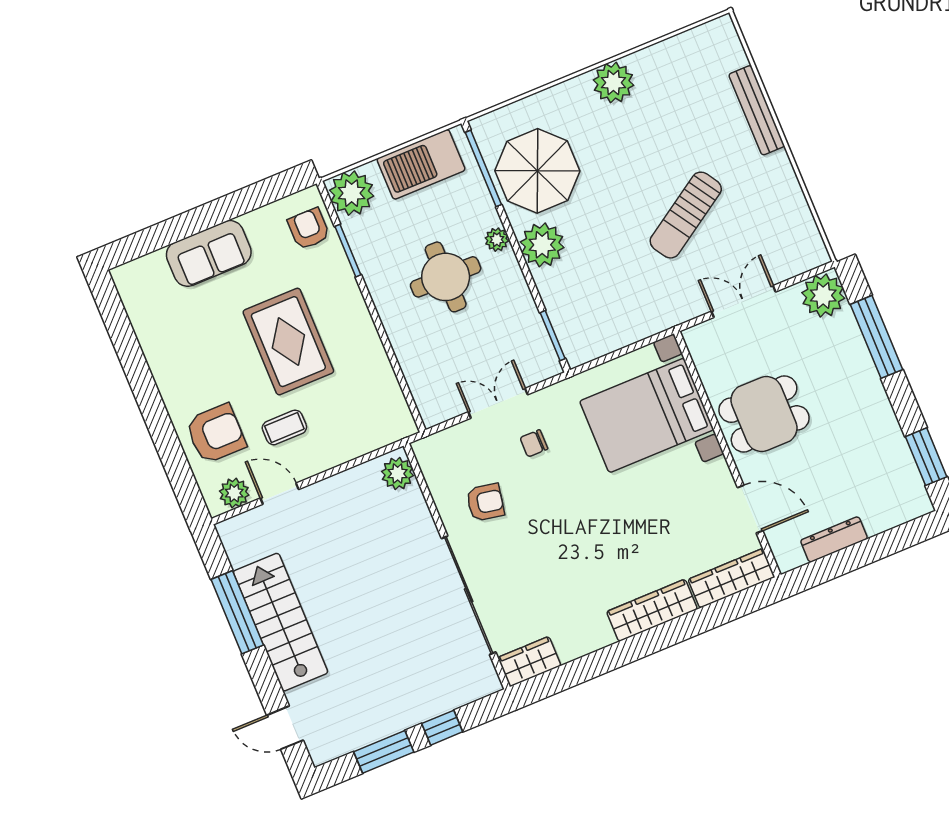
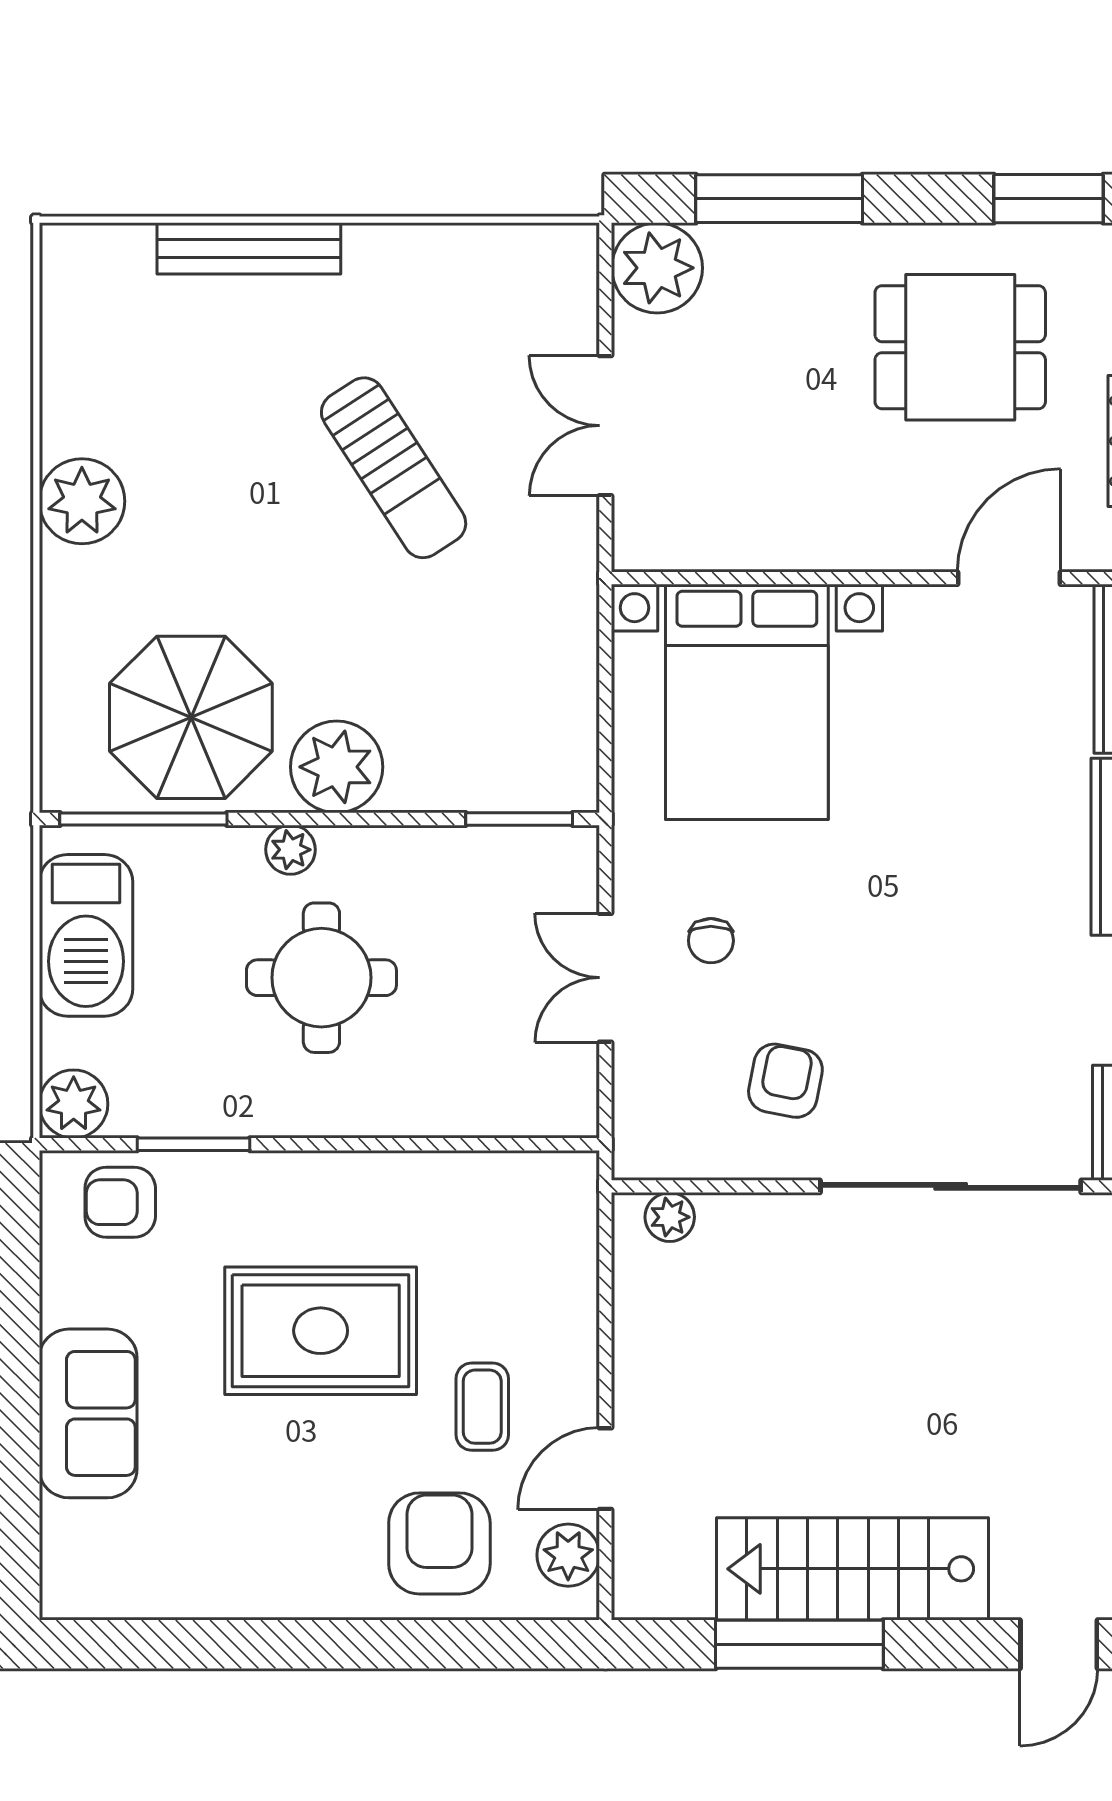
plant: (352, 193) -> (74, 1104), width x0.73, depth x0.73
dining table: (764, 414) -> (960, 347), moved, turned 90
plant: (398, 474) -> (670, 1217), width x0.73, depth x0.73

